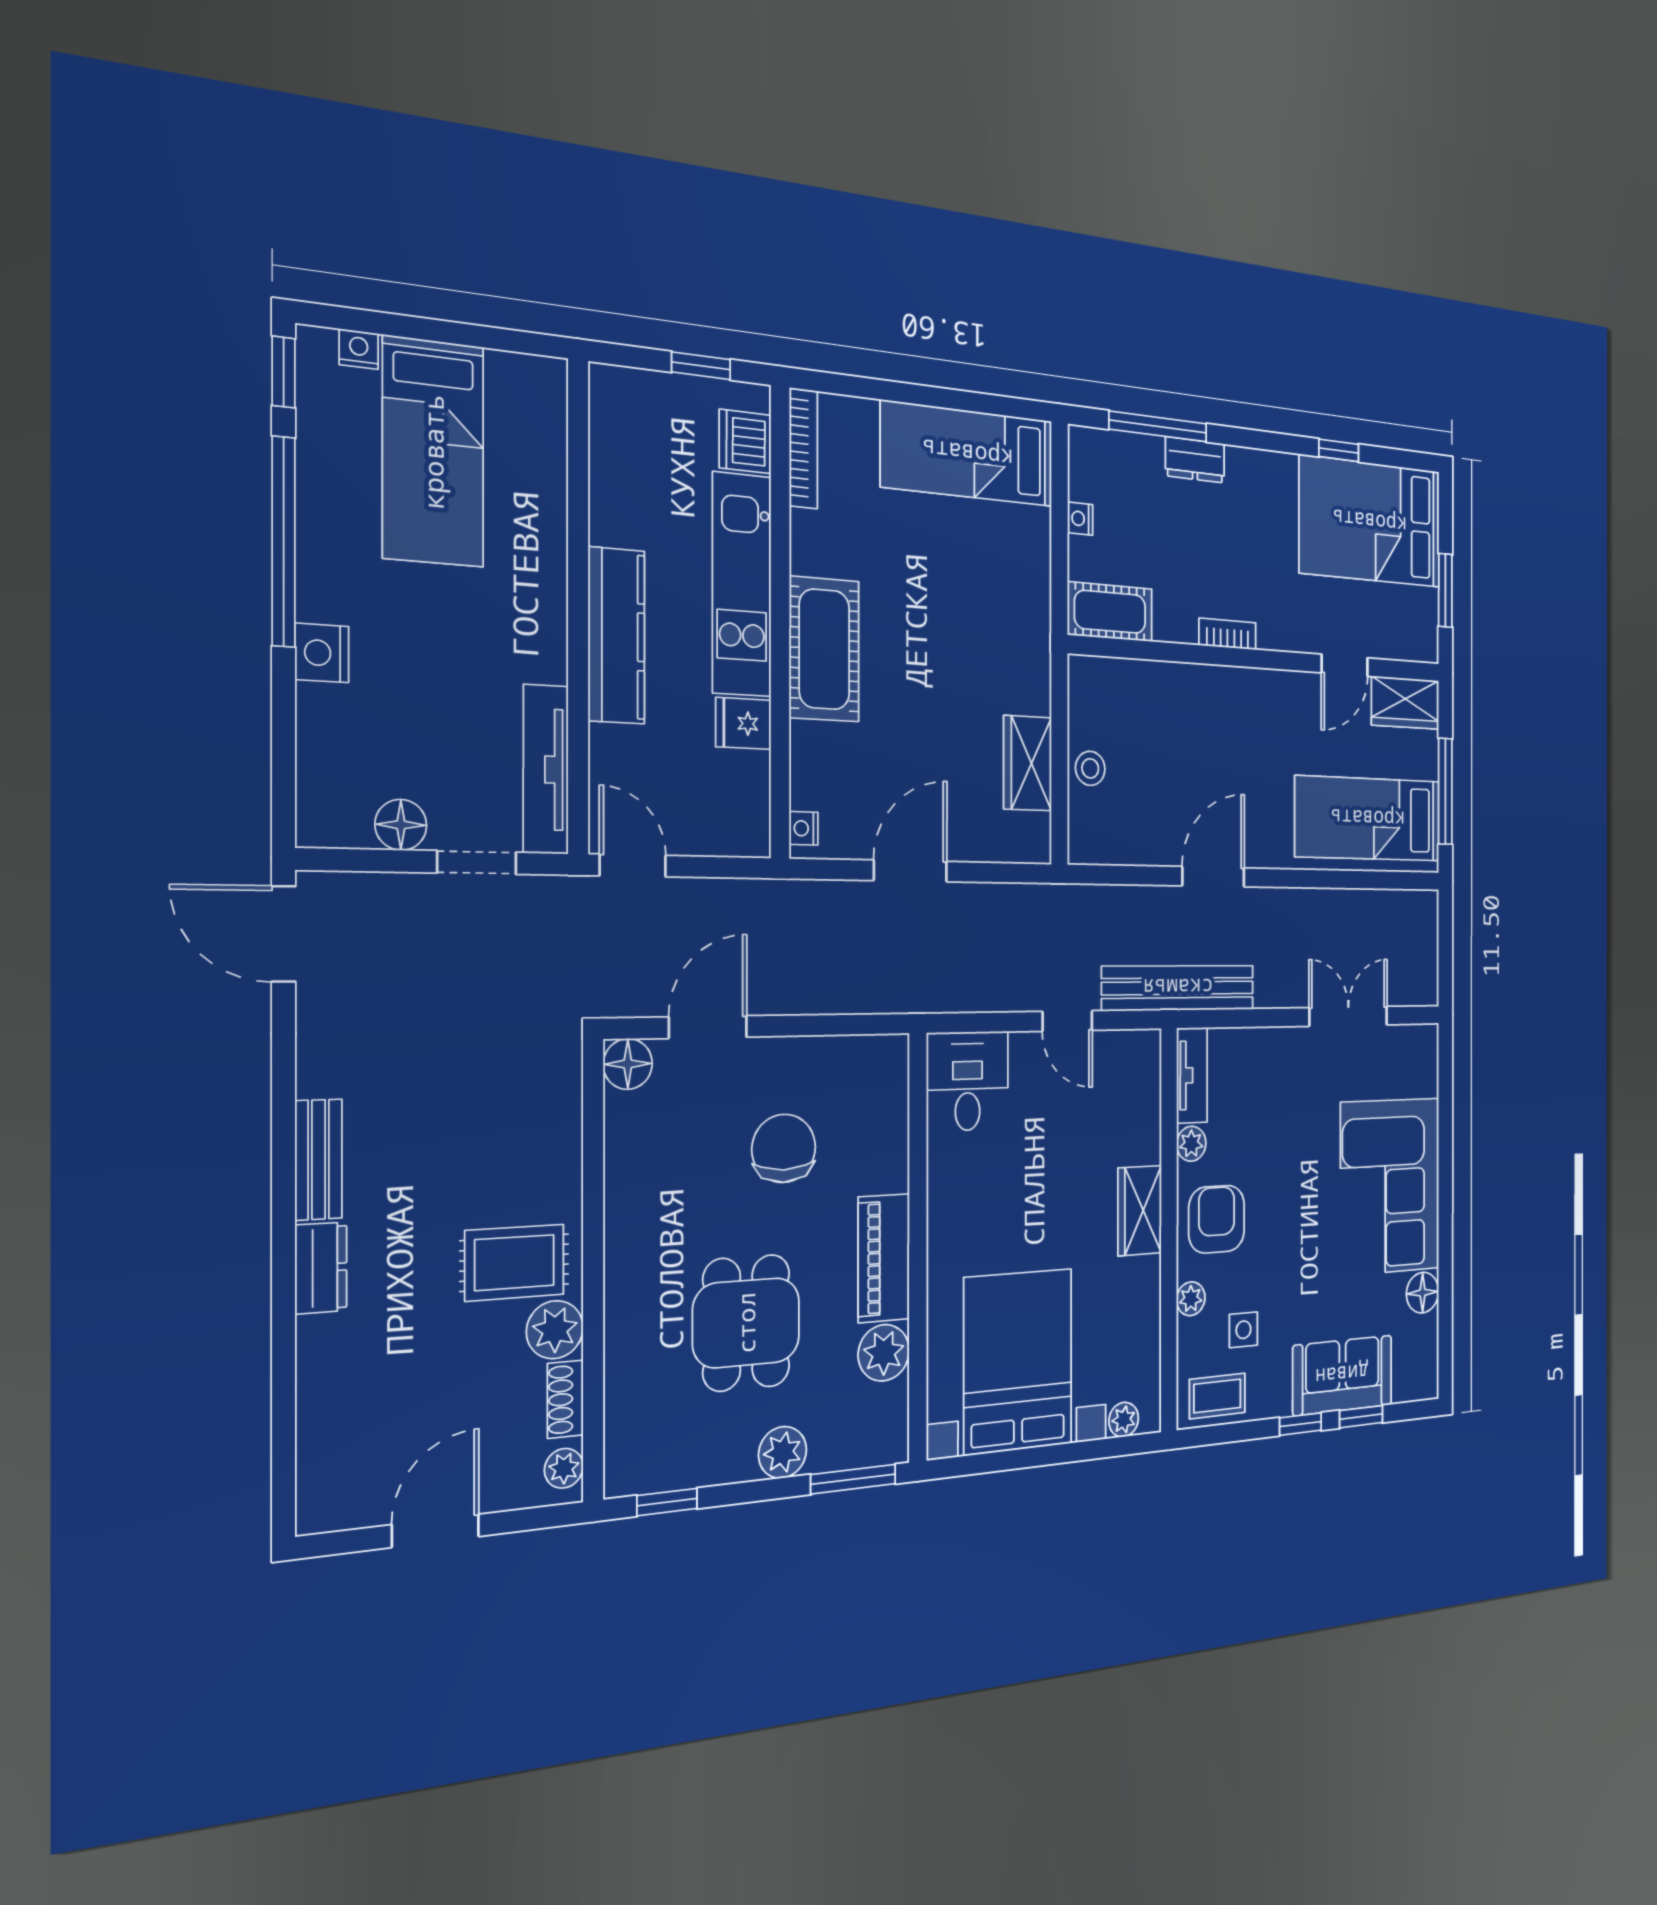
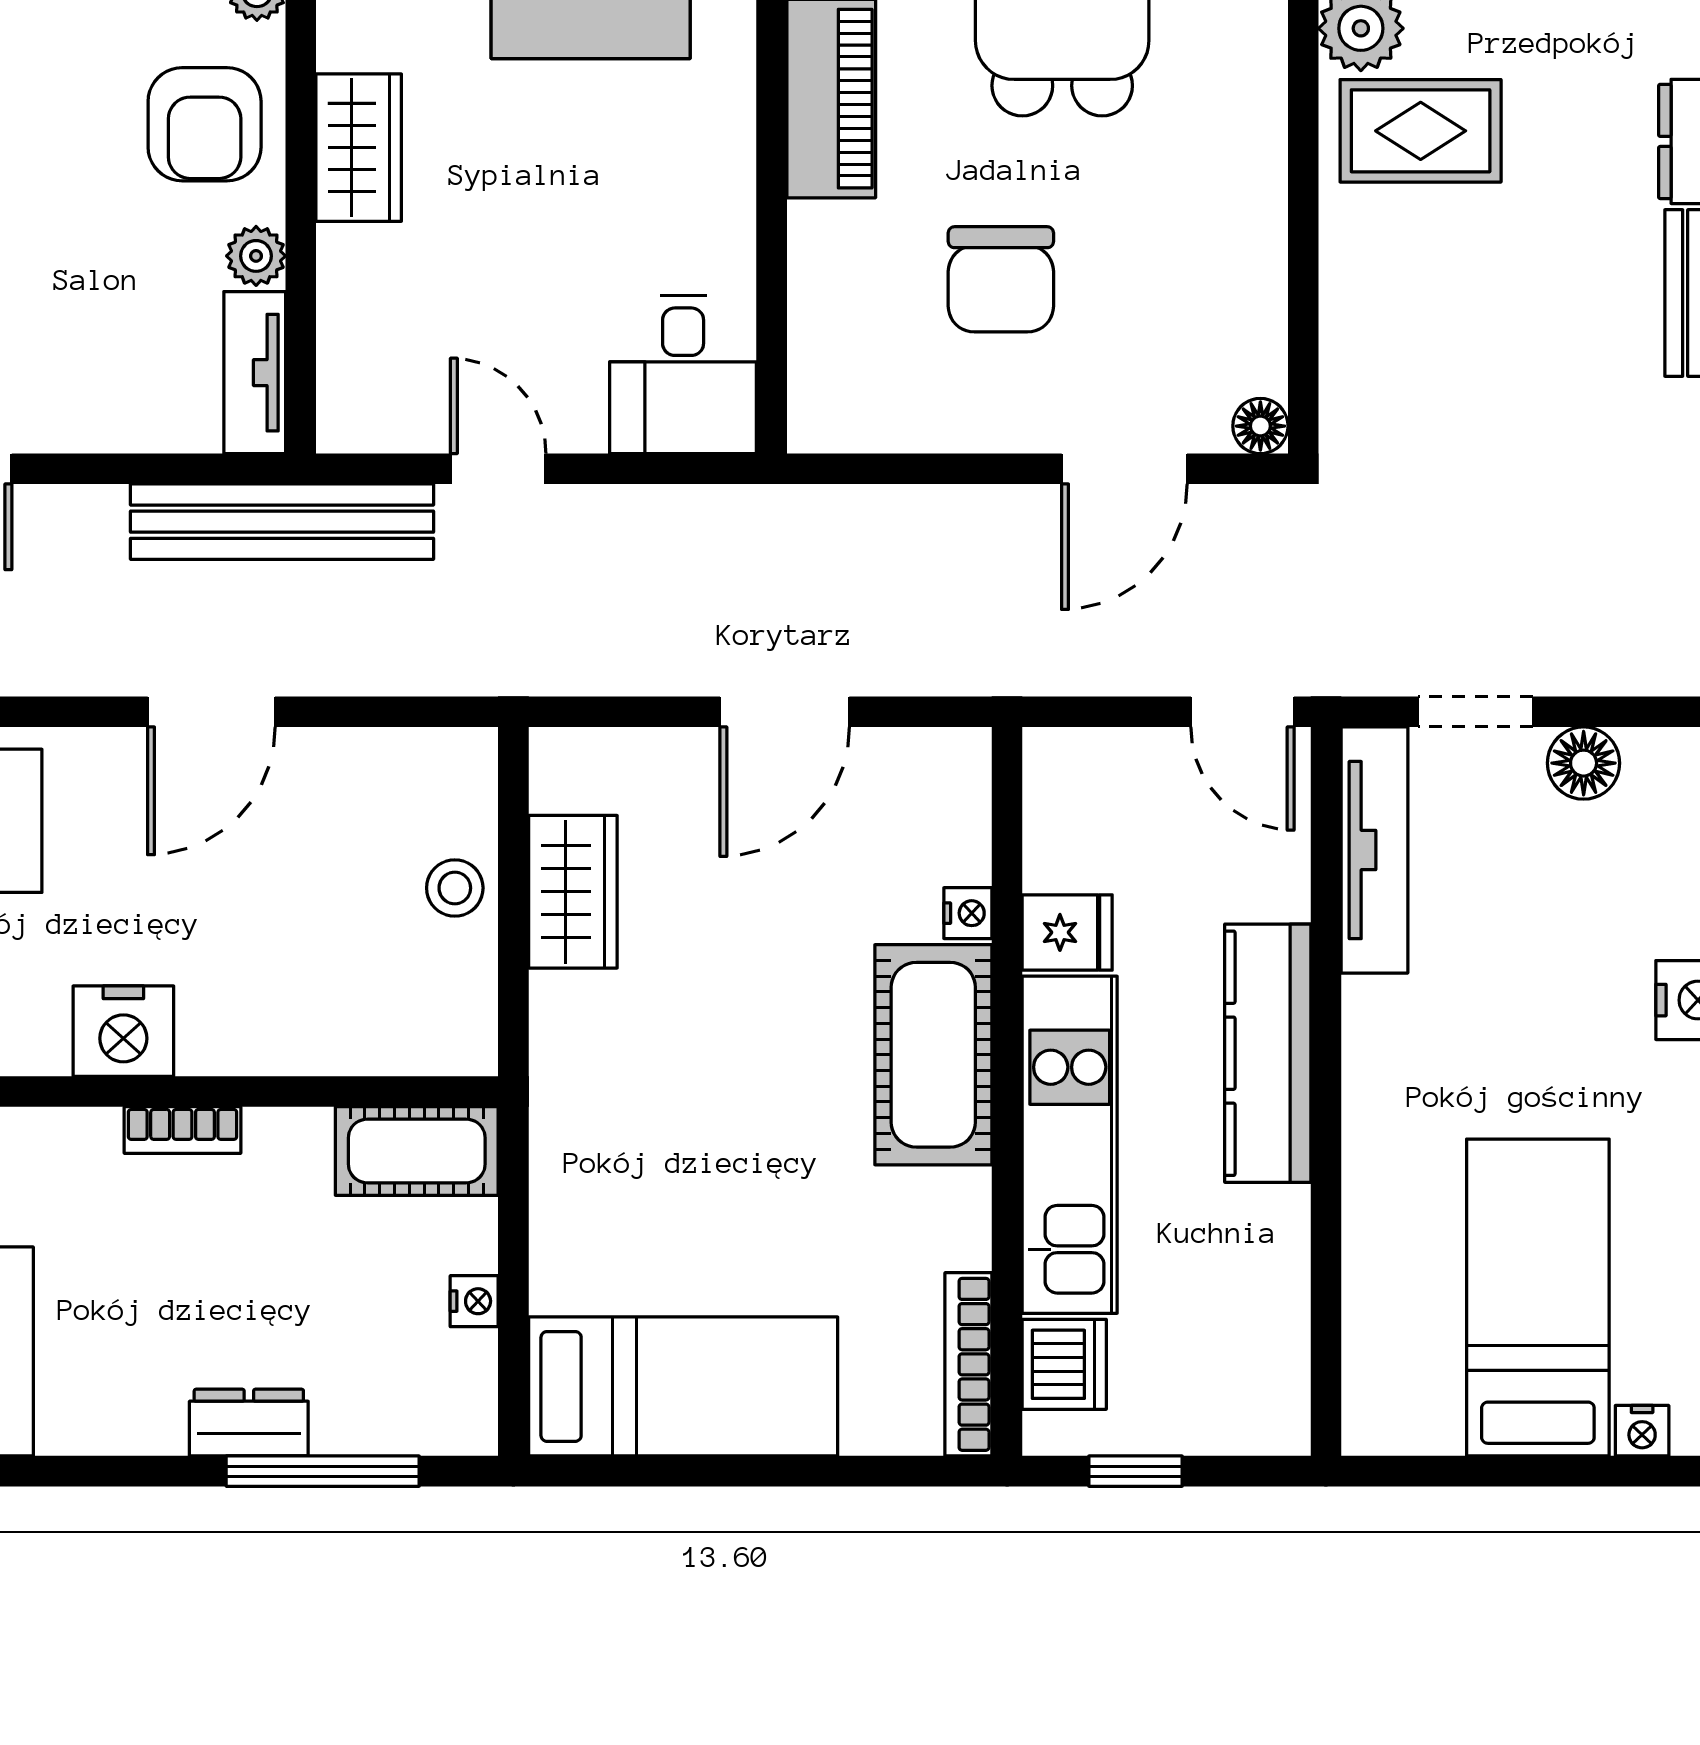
nightstand: (1256, 693) -> (123, 1031), added
nightstand: (804, 828) -> (968, 913), moved
floor lamp: (628, 1064) -> (1260, 426), width x0.73, depth x0.73

